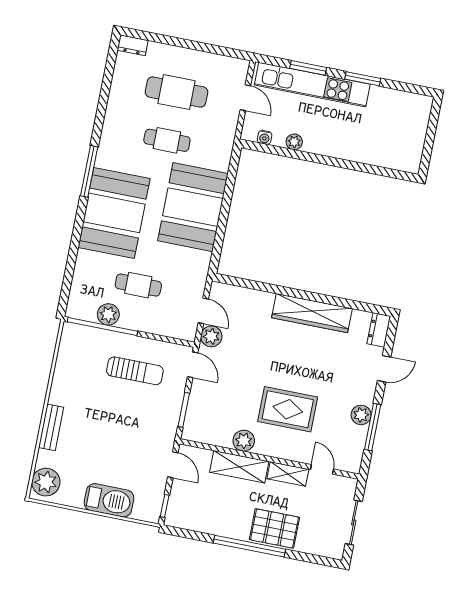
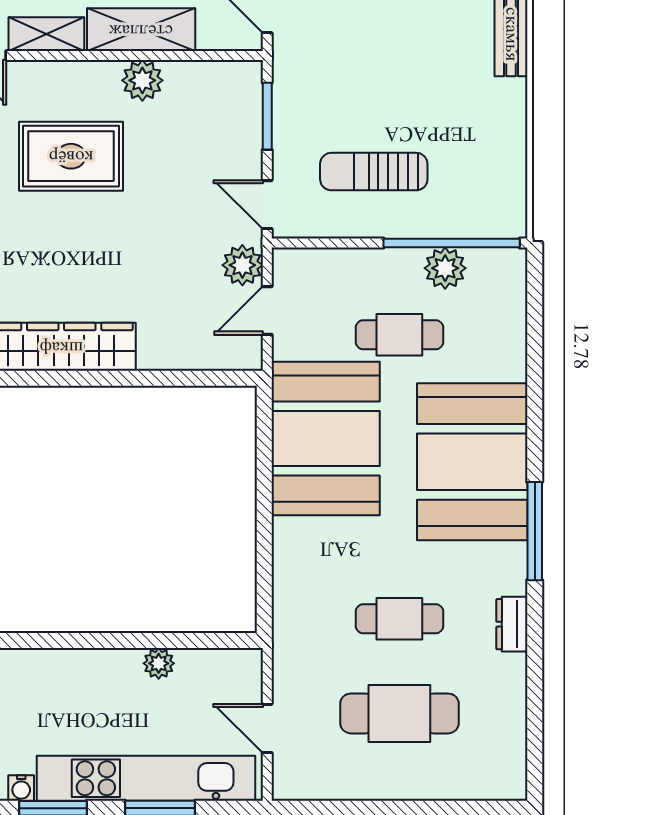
dresser: (133, 45) -> (512, 624), moved, turned -90
water cooler: (265, 137) -> (21, 788), moved, turned 180
booth: (193, 207) -> (326, 439), moved
door: (203, 311) -> (267, 310), hinge flipped

